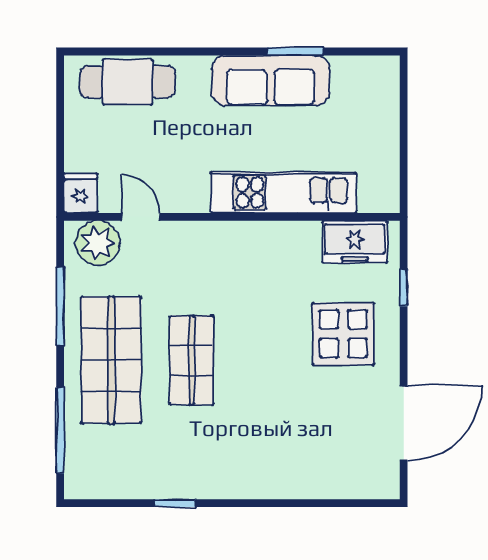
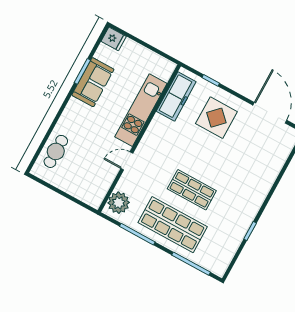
sofa: (271, 81) -> (93, 82), width x0.73
cafe table: (128, 82) -> (56, 151), width x0.73, depth x0.74
fridge: (81, 193) -> (114, 39), moved, turned 180
door: (141, 217) -> (127, 161), moved
freezer: (355, 242) -> (176, 96), width x1.40

